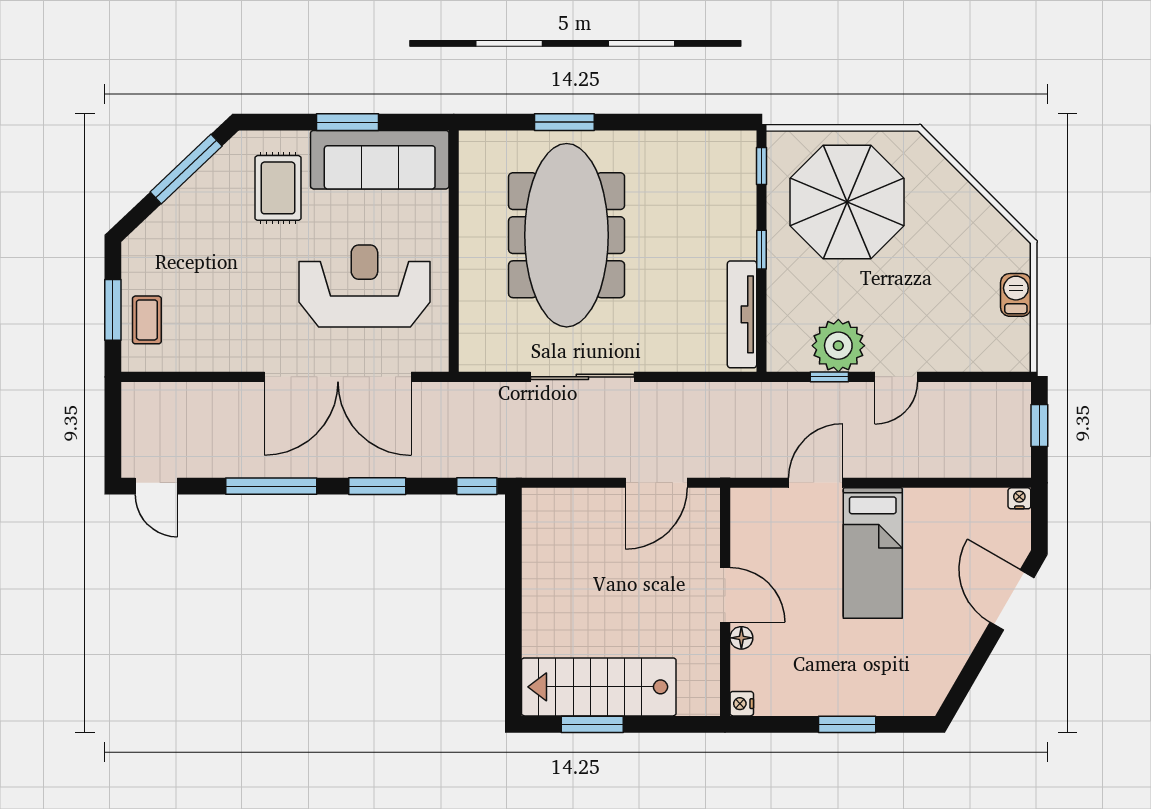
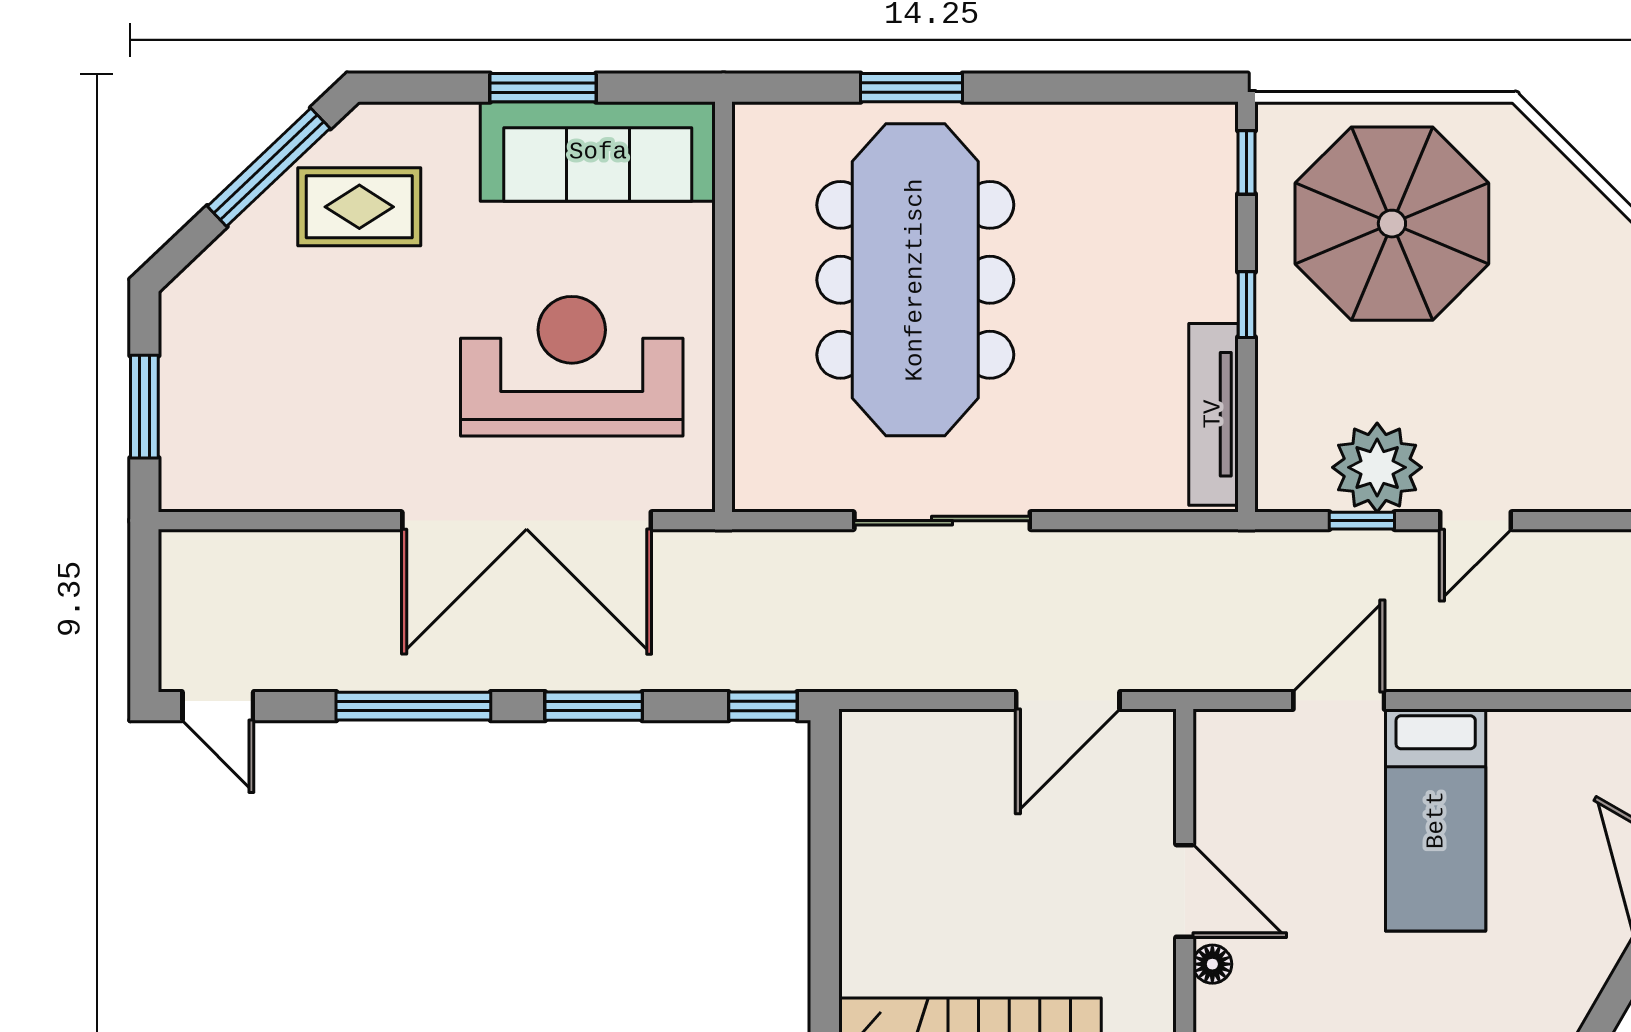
rug: (278, 188) -> (359, 207), moved, turned 90
coffee table: (147, 320) -> (202, 424), removed

